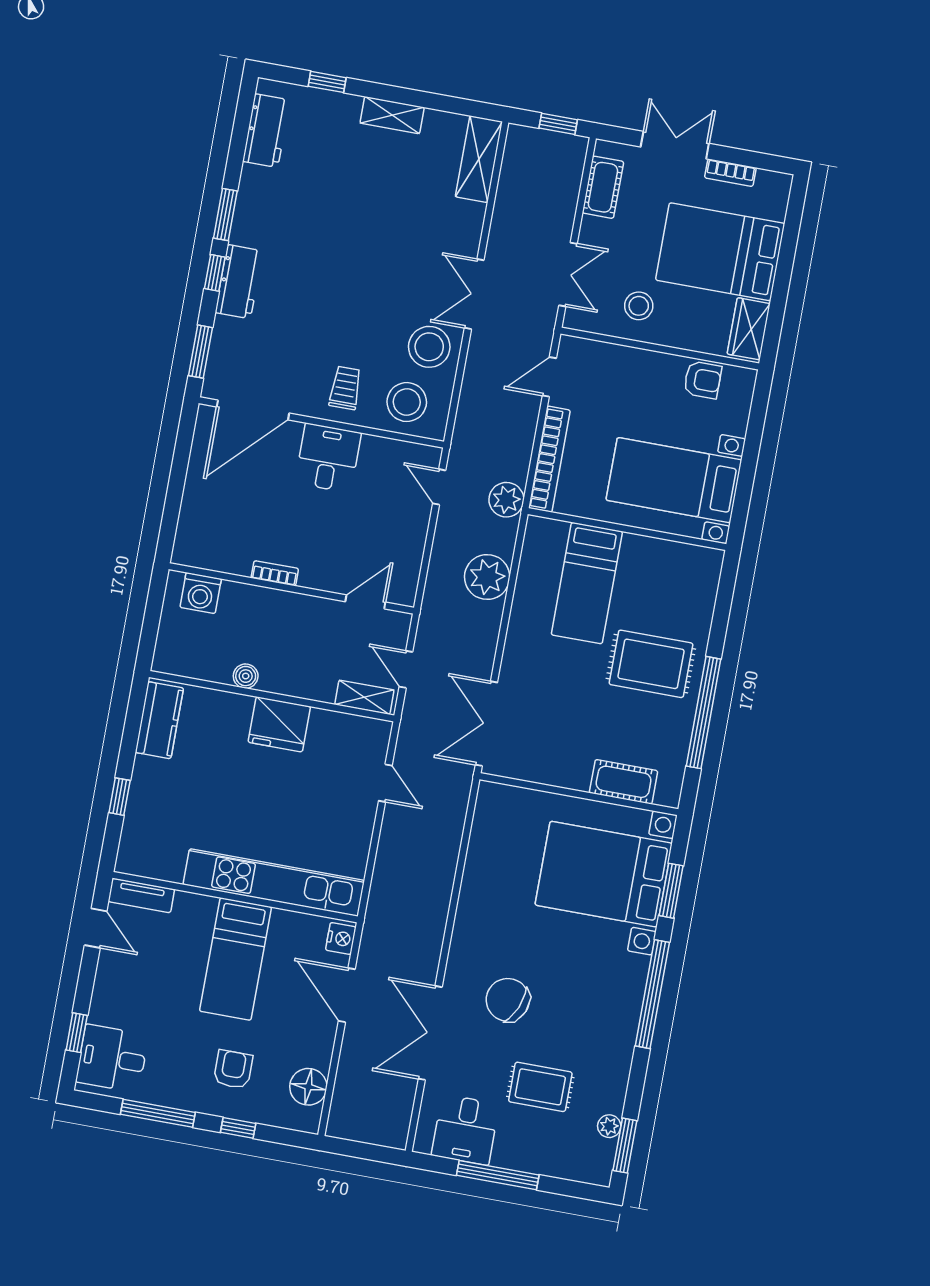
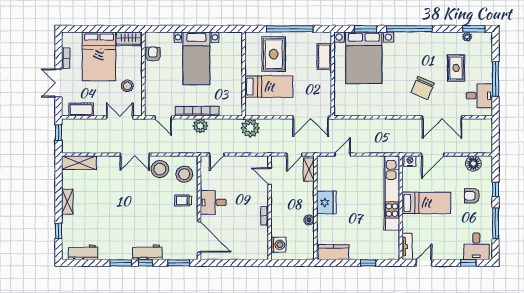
plant: (506, 500) -> (200, 126), moved
wall: (627, 529) -> (244, 74), moved
bed: (587, 583) -> (269, 87), moved

